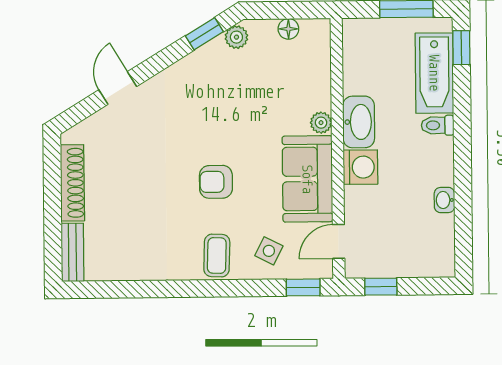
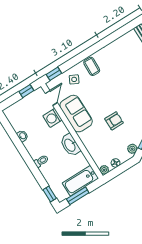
bathtub: (434, 73) -> (80, 181), moved, turned -90
plant: (321, 123) -> (104, 170), moved
washing machine: (360, 167) -> (52, 118), moved
armchair: (216, 182) -> (114, 121), moved

